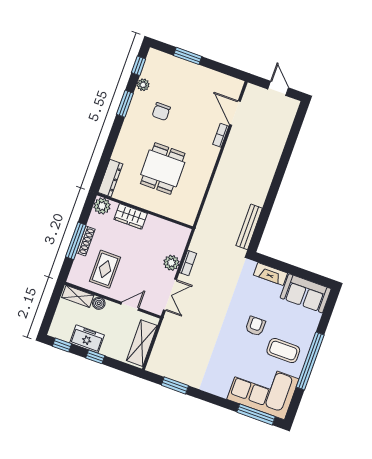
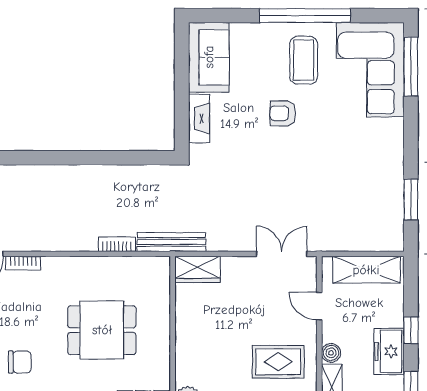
wardrobe: (131, 216) -> (198, 269), moved, turned 90
bench: (249, 227) -> (171, 242), moved
plant: (171, 263) -> (234, 268), removed
bookcase: (188, 263) -> (117, 244), moved

